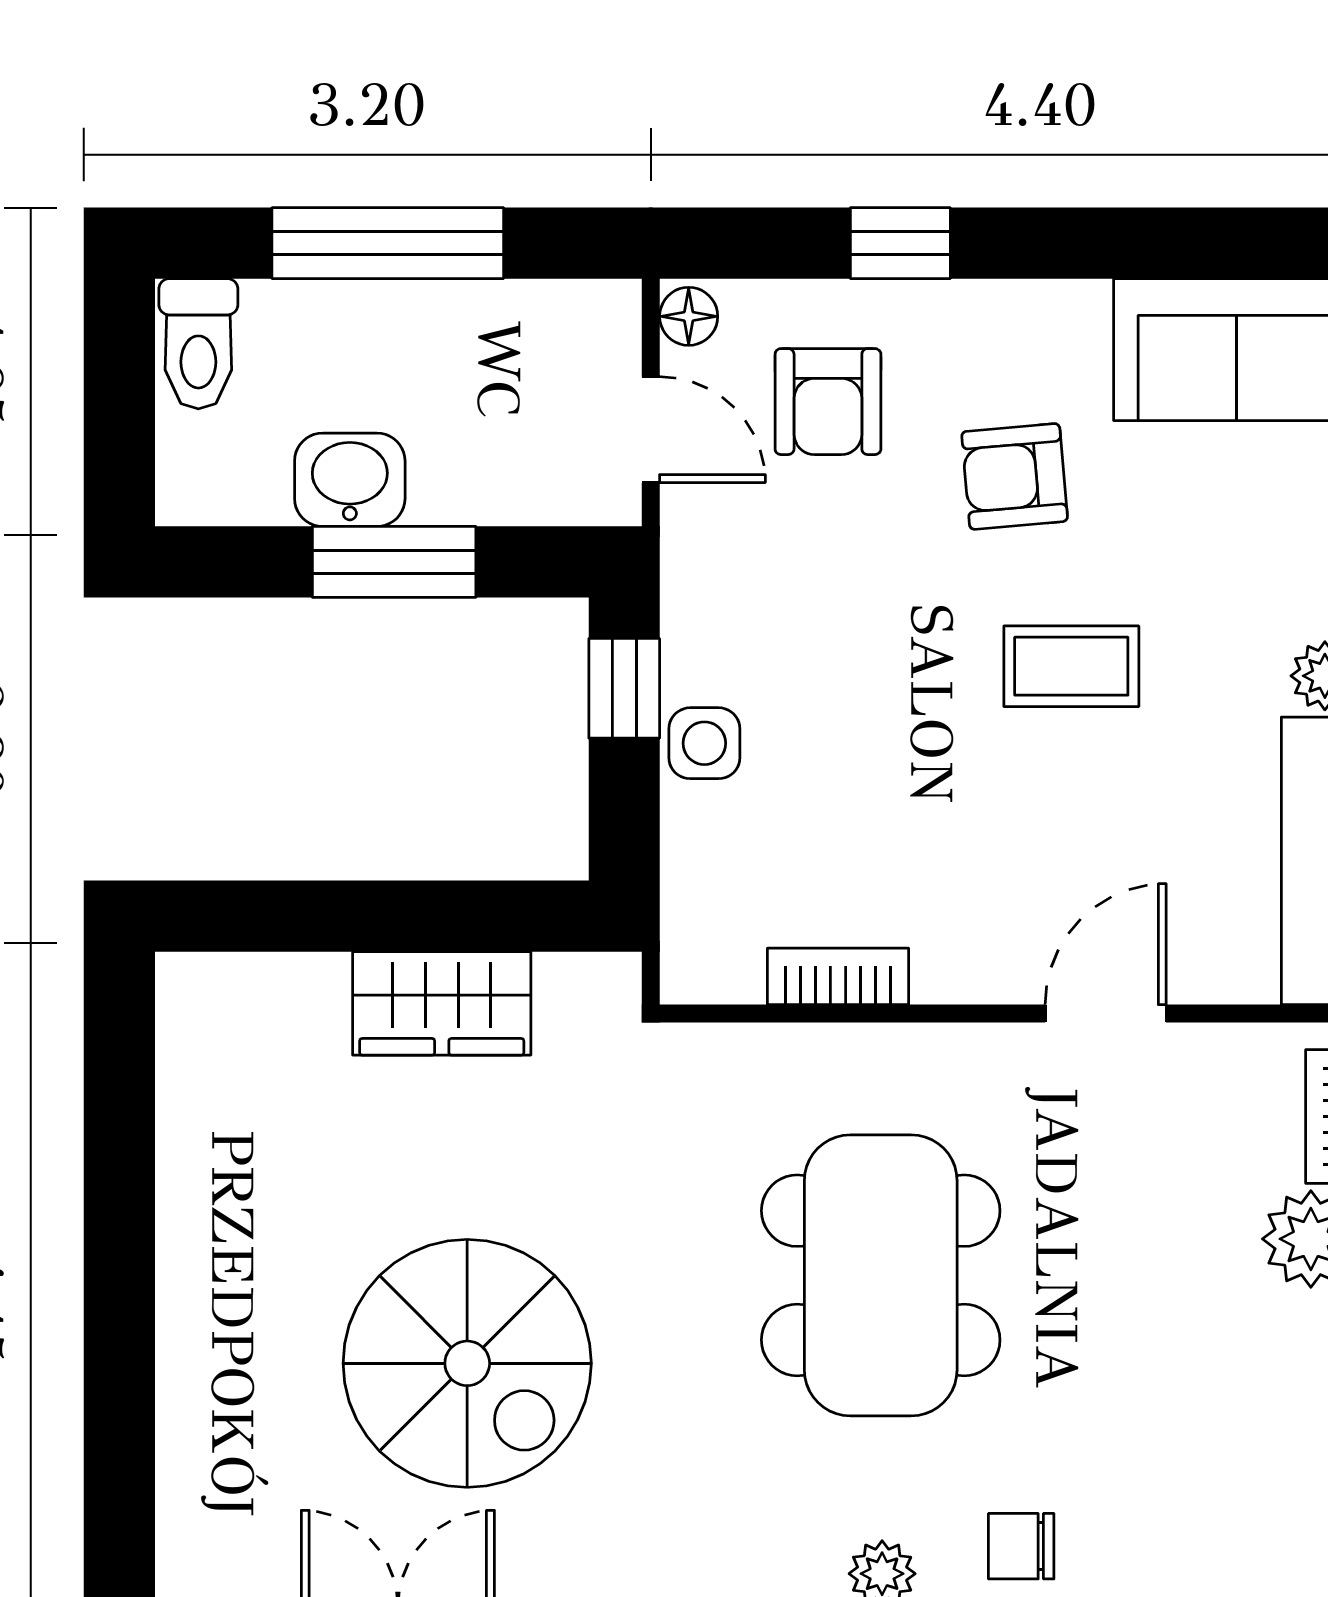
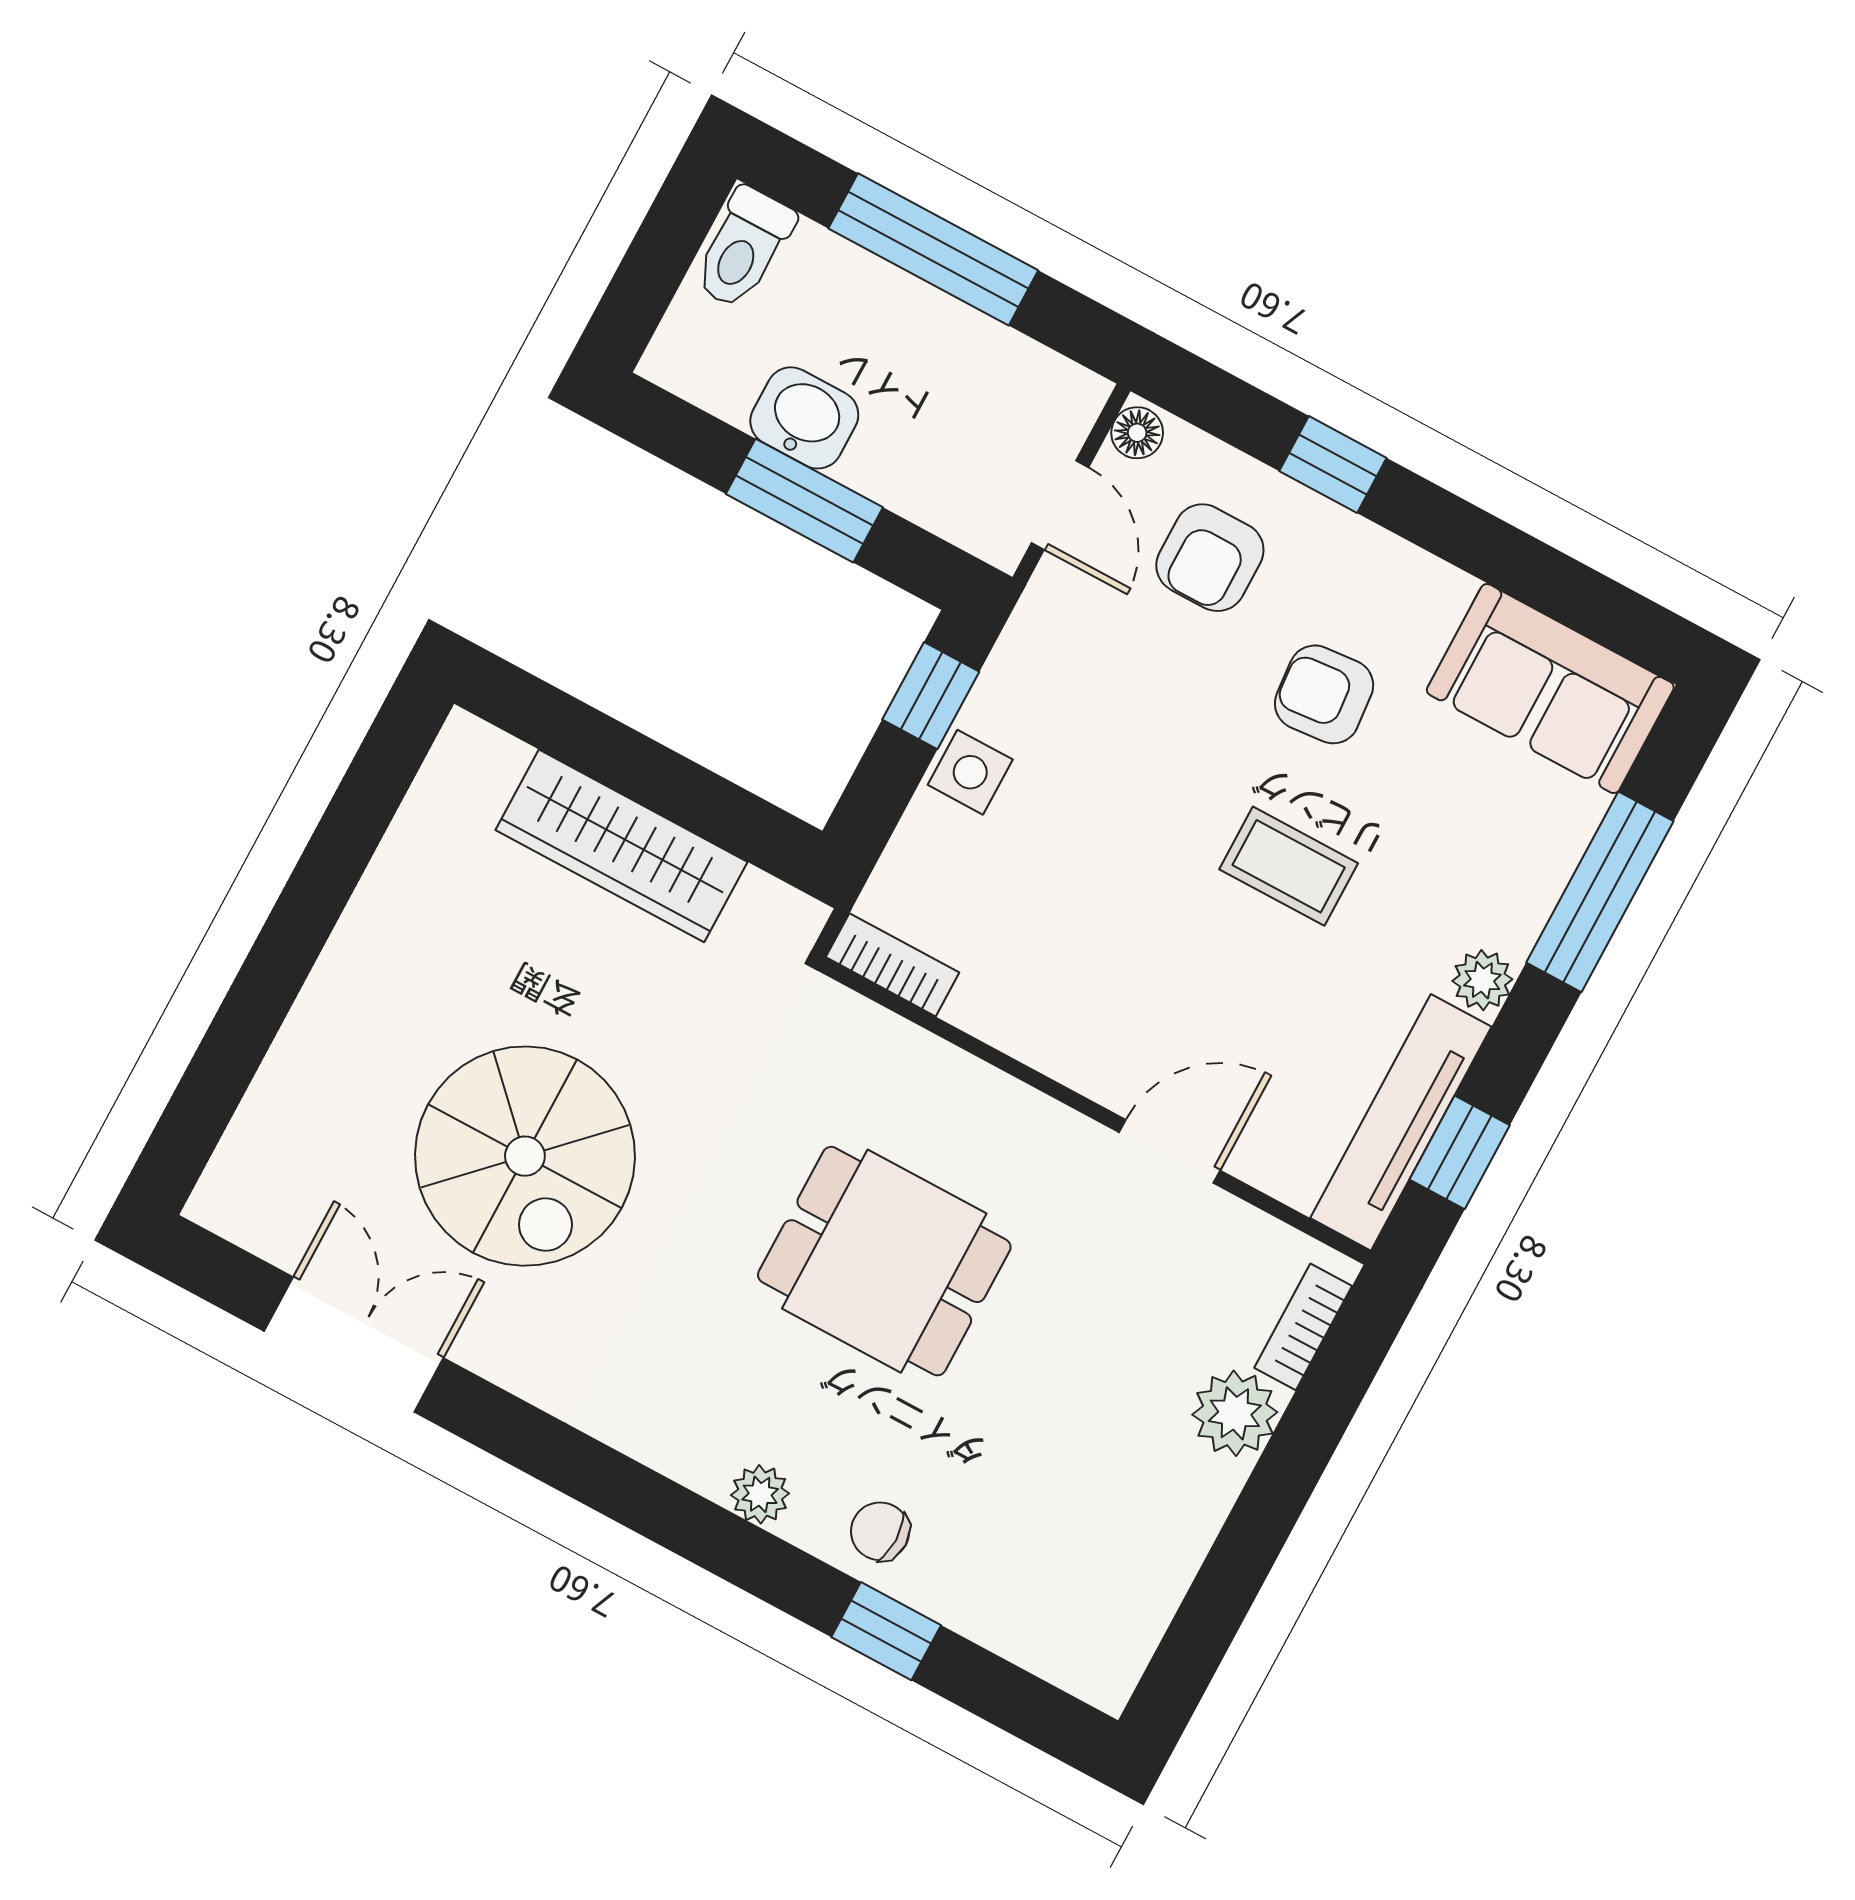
bookcase: (838, 976) -> (893, 965), moved
wardrobe: (442, 1003) -> (621, 846), width x1.50
dining table: (881, 1275) -> (884, 1261), width x0.73

